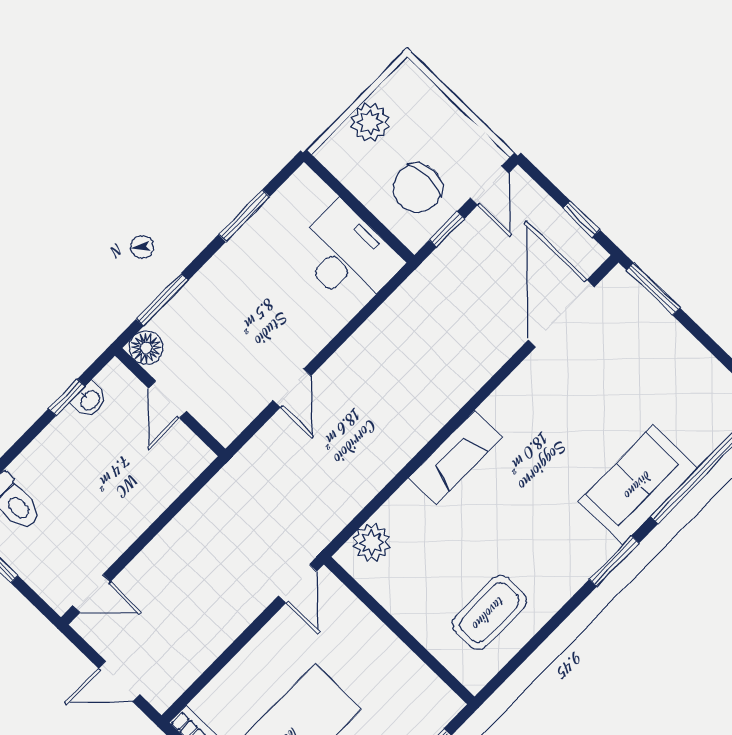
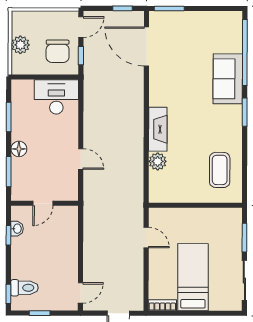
door: (490, 186) -> (81, 27), hinge flipped
floor lamp: (146, 348) -> (19, 149), moved
door: (168, 400) -> (43, 203), hinge flipped
plant: (372, 542) -> (158, 161), moved
door: (298, 584) -> (146, 238), moved

